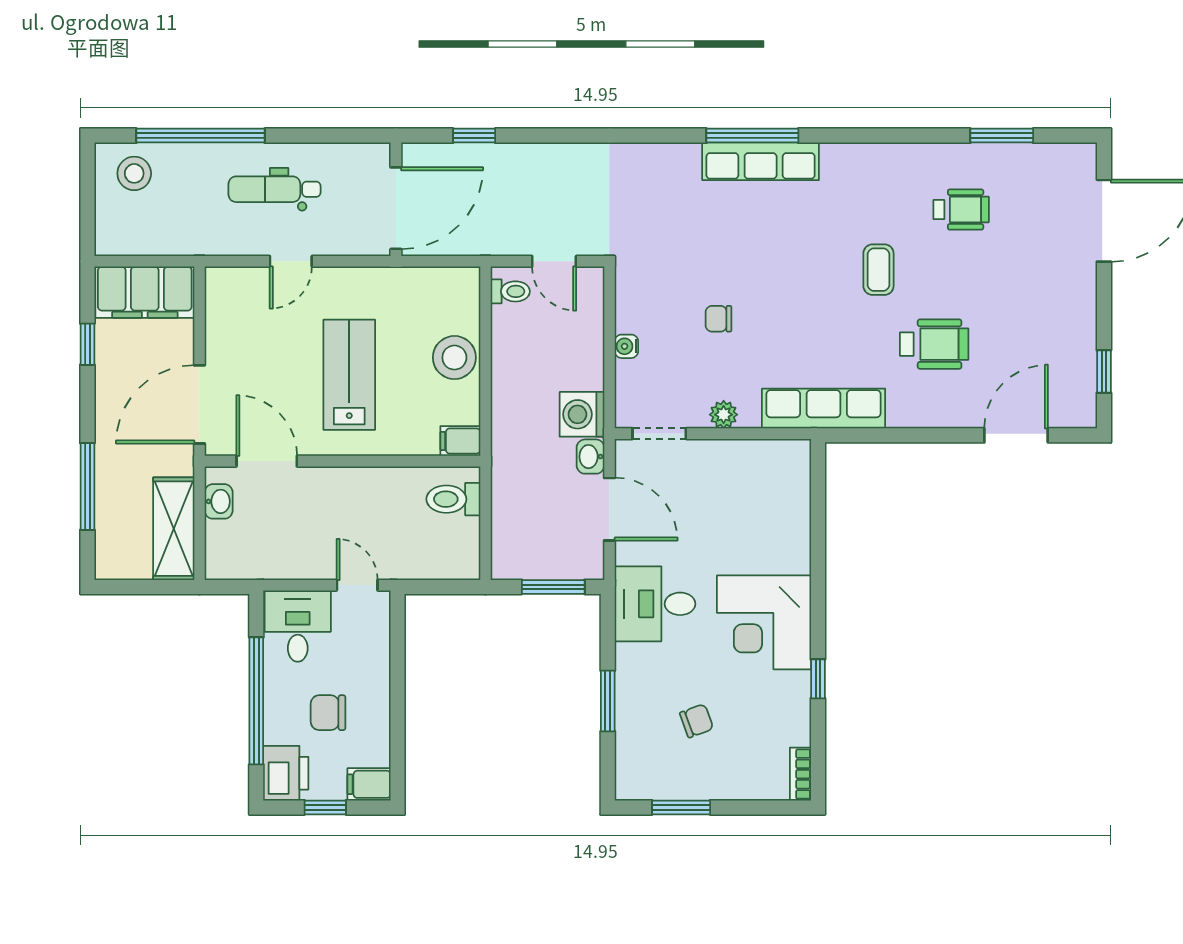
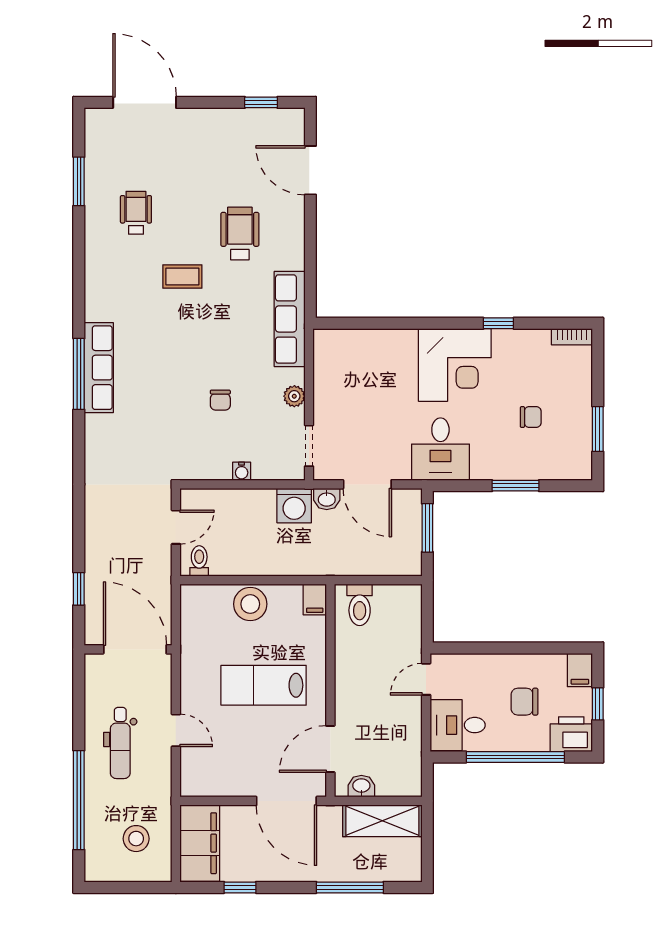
stool: (134, 173) -> (136, 839), moved
door: (609, 509) -> (367, 484), swing flipped
chair: (328, 713) -> (525, 702), turned 90
chair: (697, 721) -> (531, 417), turned 110

